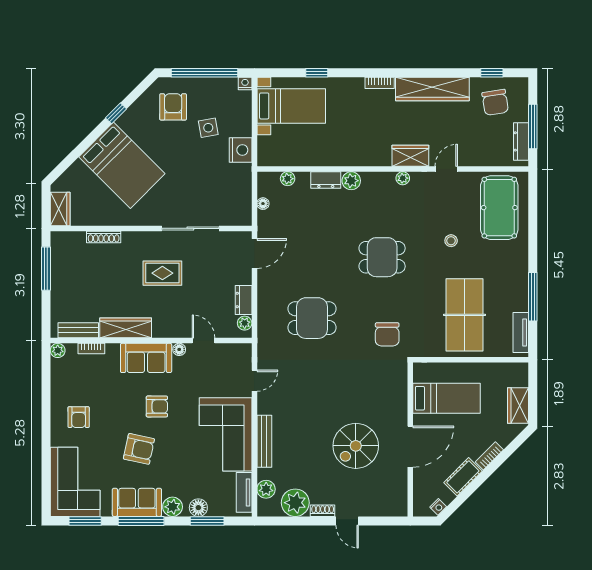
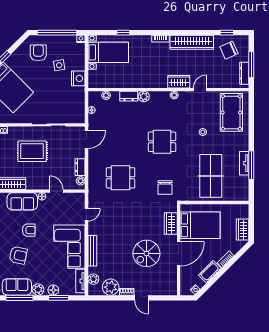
chair: (495, 102) -> (229, 50), turned 75
rug: (162, 273) -> (32, 151), width x1.36, depth x1.43
tv unit: (521, 333) -> (244, 163), moved
wardrobe: (397, 395) -> (171, 223), added
bed: (446, 398) -> (200, 225), width x1.50

